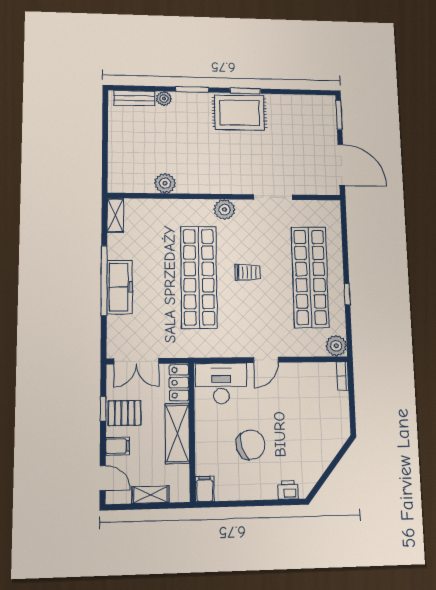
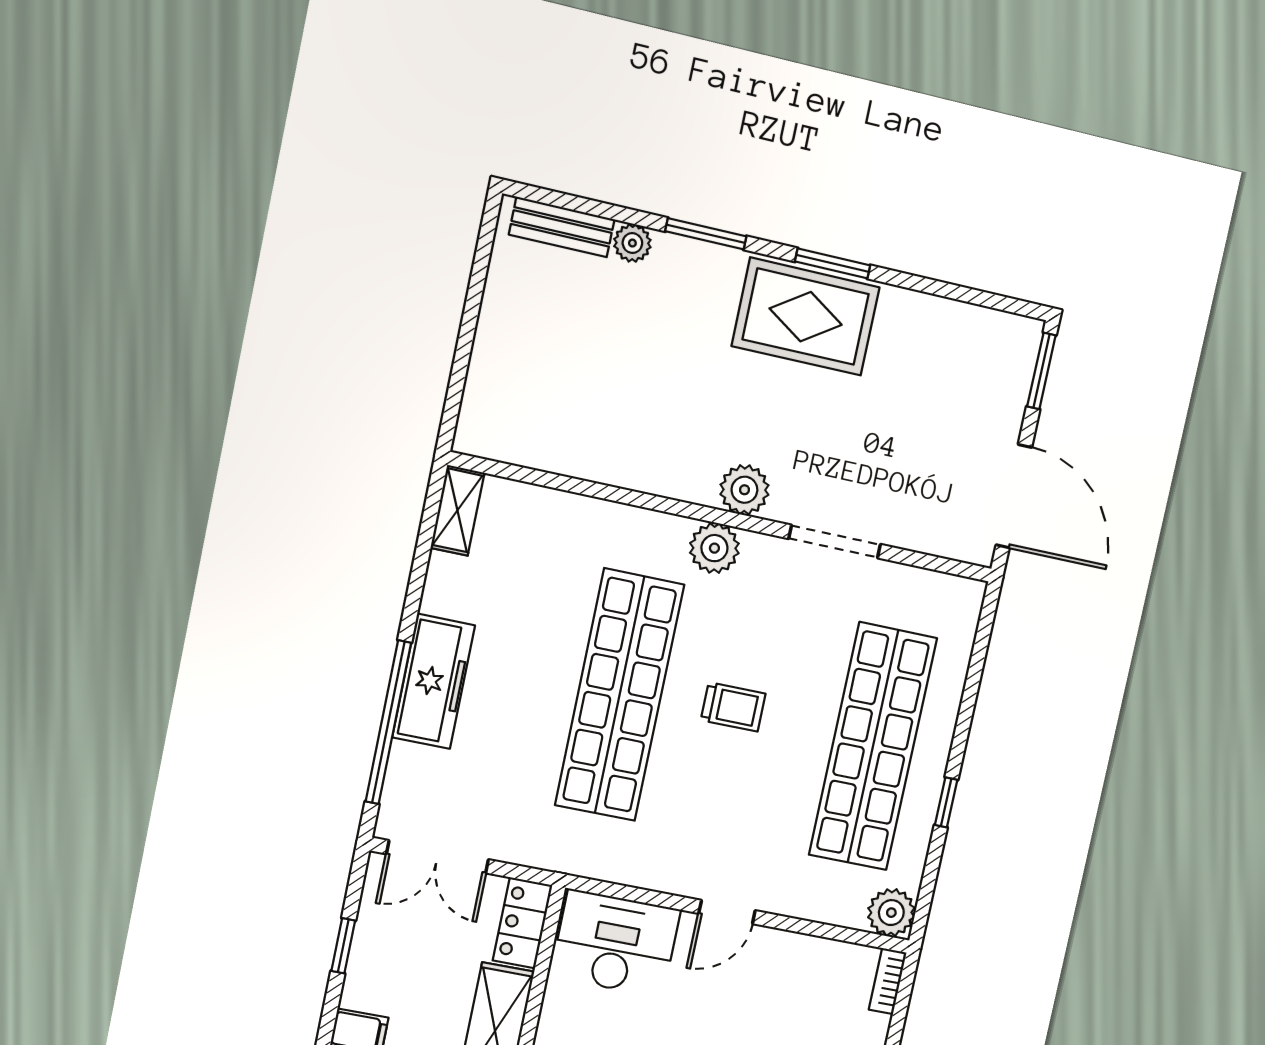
plant: (165, 183) -> (744, 490), moved
window: (104, 281) -> (388, 722), moved
pallet: (125, 413) -> (389, 965), removed

